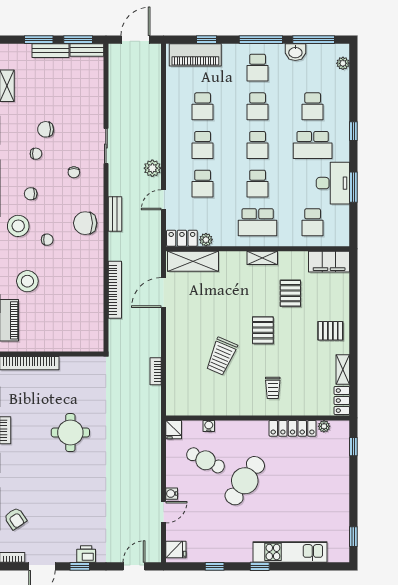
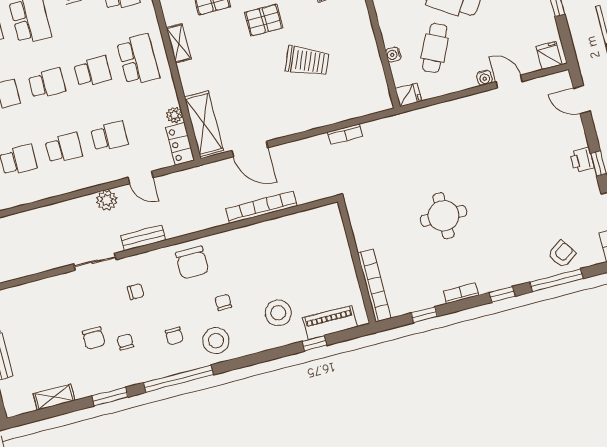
bench: (115, 214) -> (143, 238), moved

